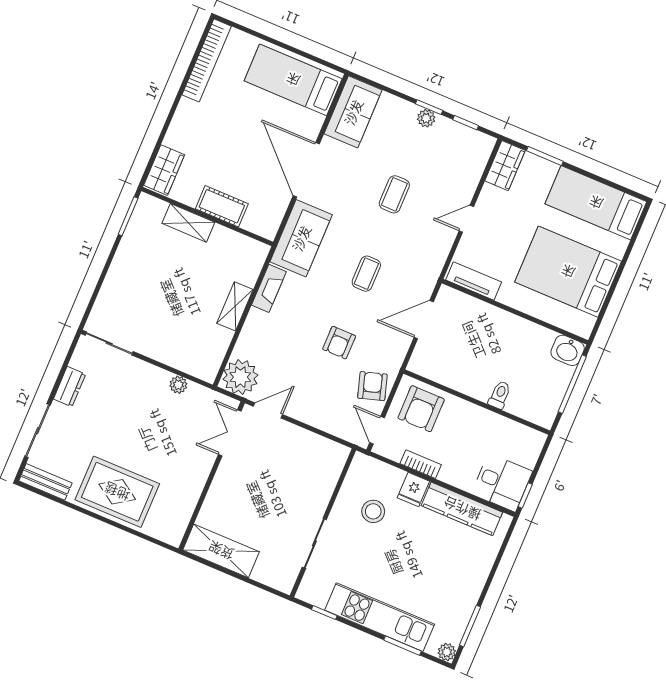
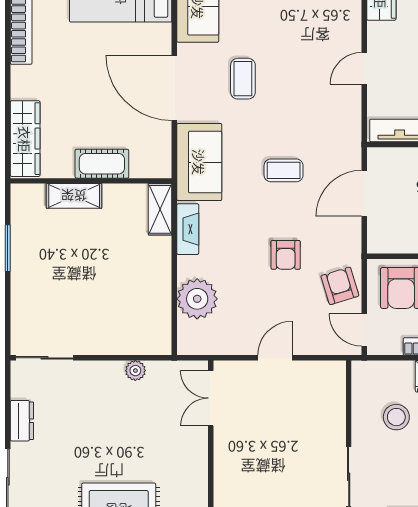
wardrobe: (164, 170) -> (25, 139), width x1.50
coffee table: (394, 194) -> (243, 79), moved
window: (128, 216) -> (8, 248), moved
coffee table: (366, 274) -> (284, 170), turned 90
shelving: (235, 306) -> (160, 209), moved
plant: (240, 377) -> (197, 299), moved
door: (268, 410) -> (275, 358), moved

